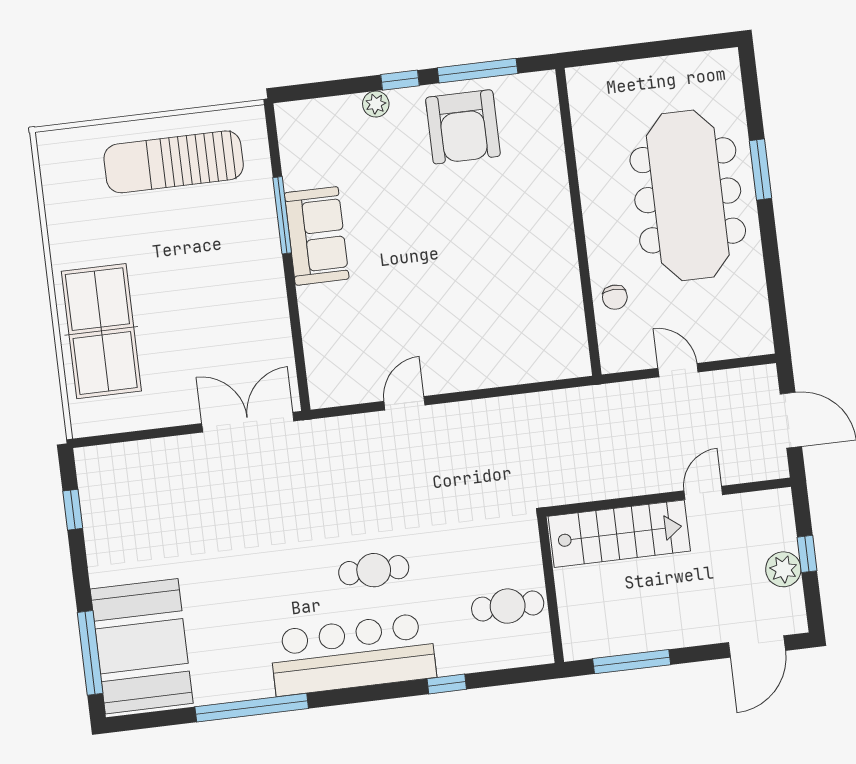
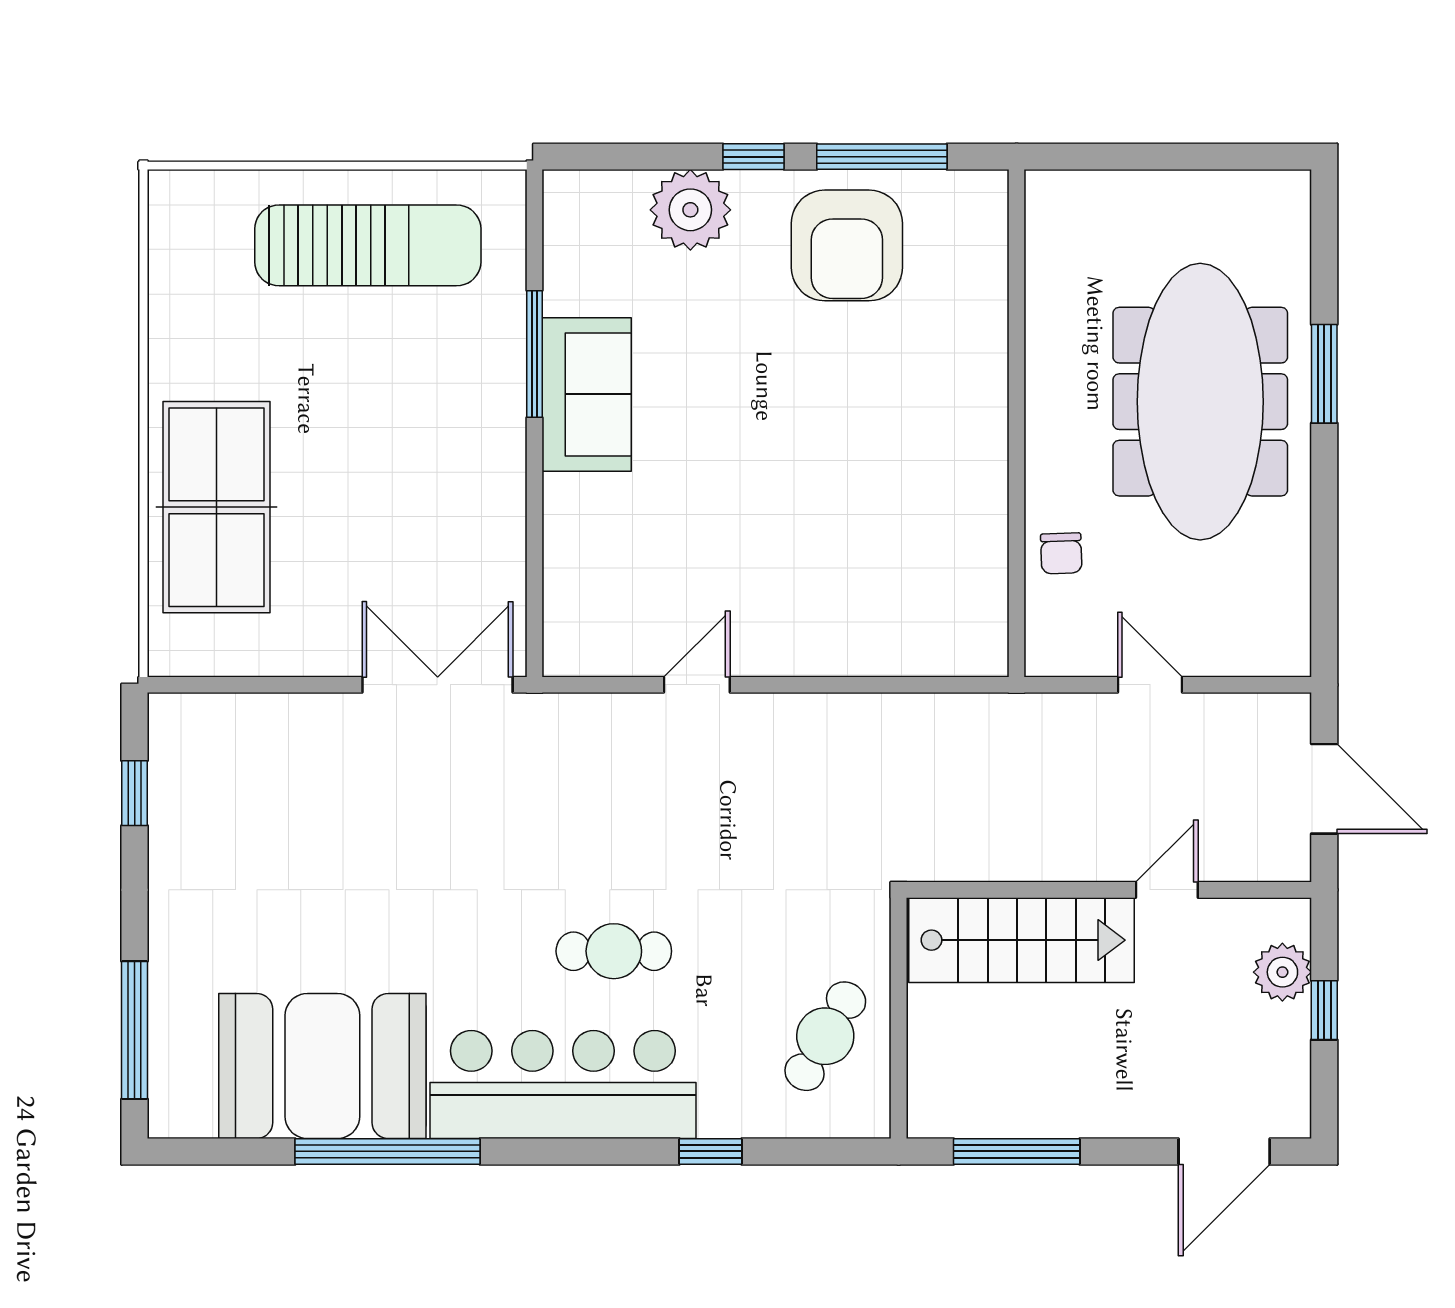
plant: (376, 104) -> (690, 210), width x1.88, depth x1.88
sun lounger: (174, 162) -> (368, 245), turned 180
plant: (783, 569) -> (1282, 972), moved
cafe table: (508, 606) -> (825, 1036), turned -60
booth: (142, 646) -> (322, 1066), moved, turned 90

